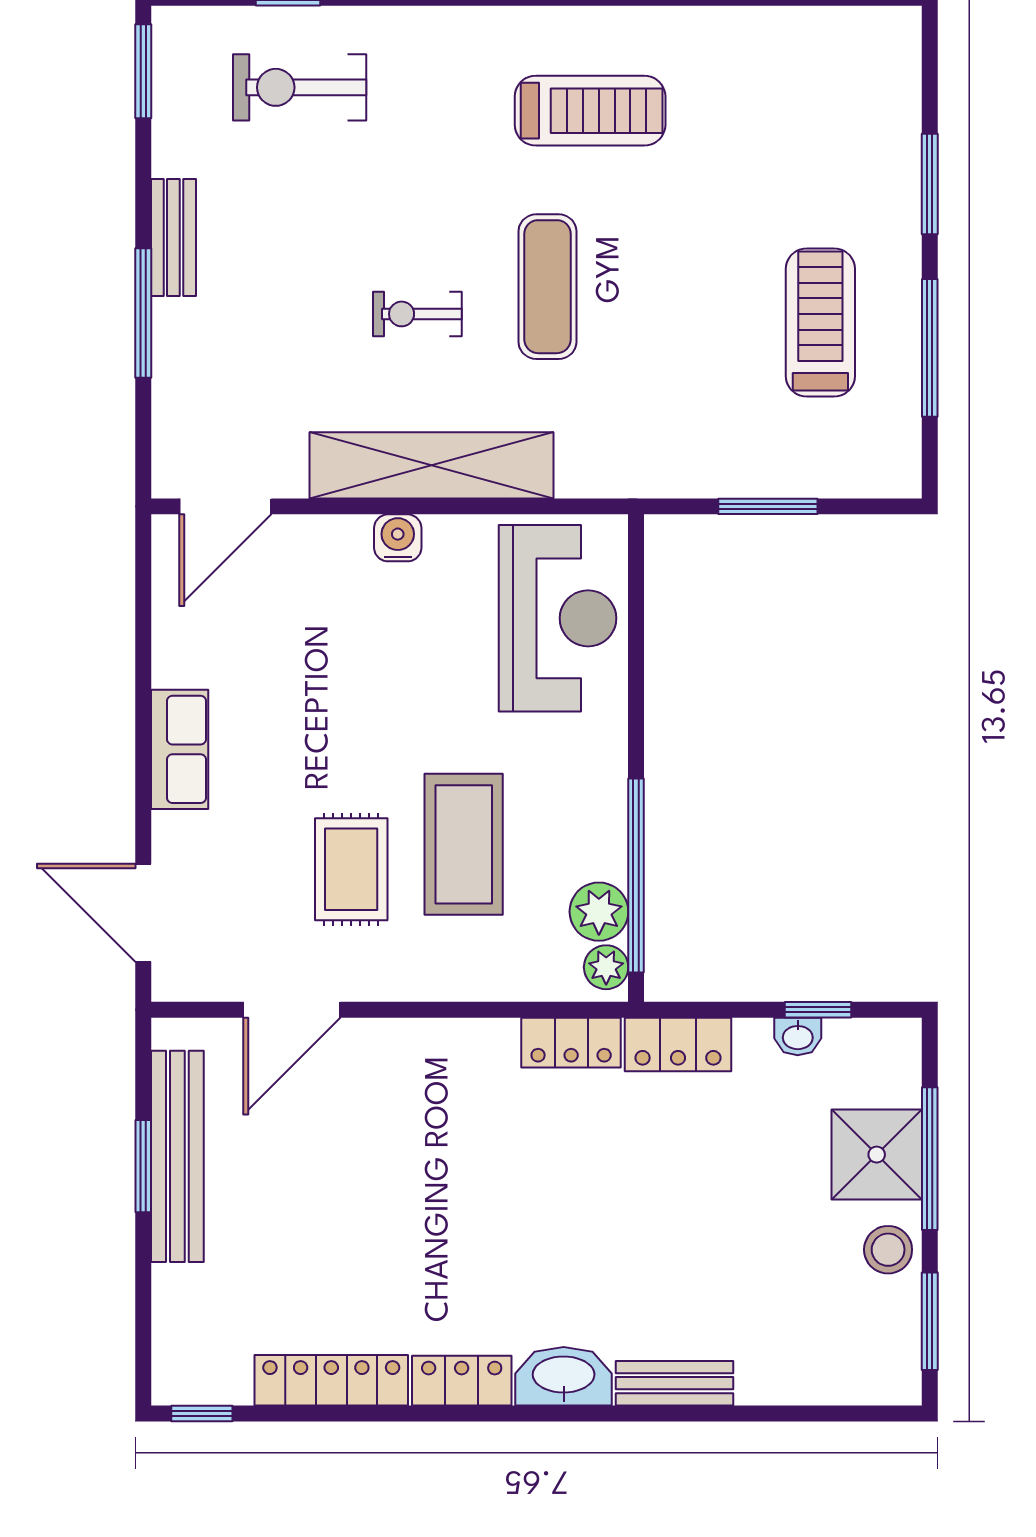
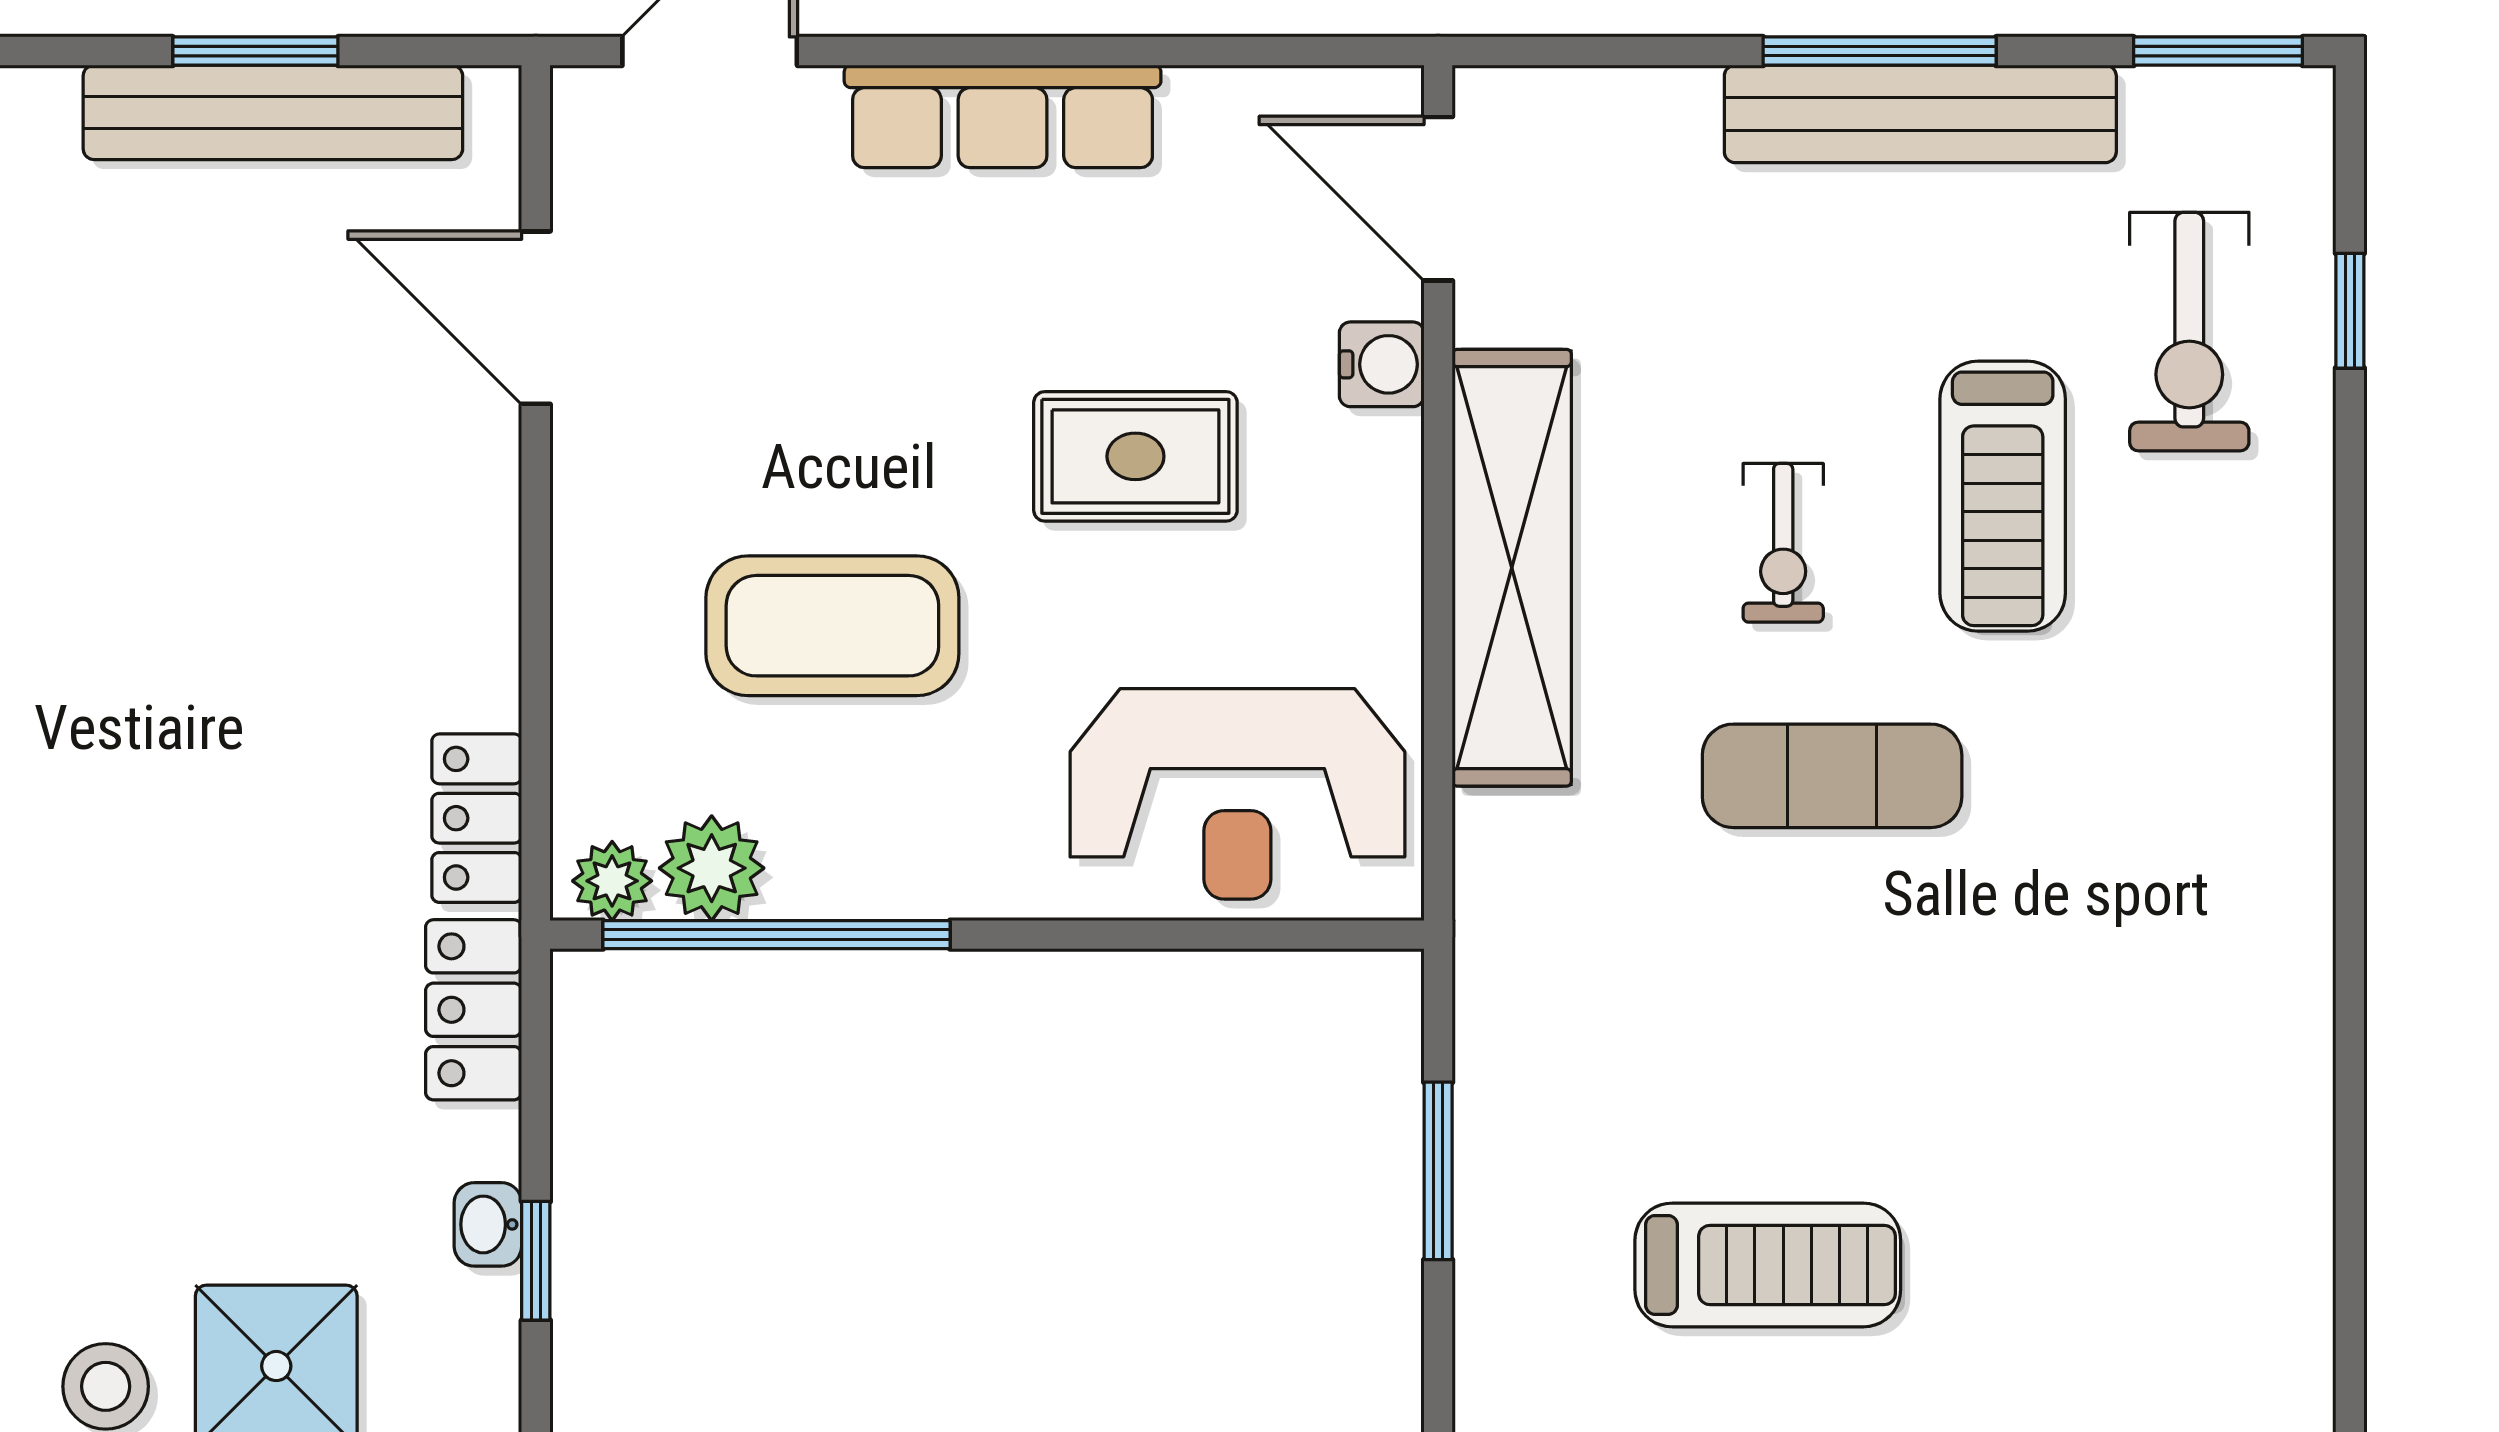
exercise bike: (300, 87) -> (2189, 332), turned 180
treadmill: (590, 111) -> (2003, 496), moved
bench: (173, 237) -> (1920, 114), width x1.86, depth x1.21
window: (143, 313) -> (1880, 51), moved
exercise bike: (417, 314) -> (1783, 543), turned 180
water cooler: (398, 538) -> (1382, 364), moved
row of seats: (180, 749) -> (1003, 116), width x1.48
rug: (351, 869) -> (1135, 456), moved

